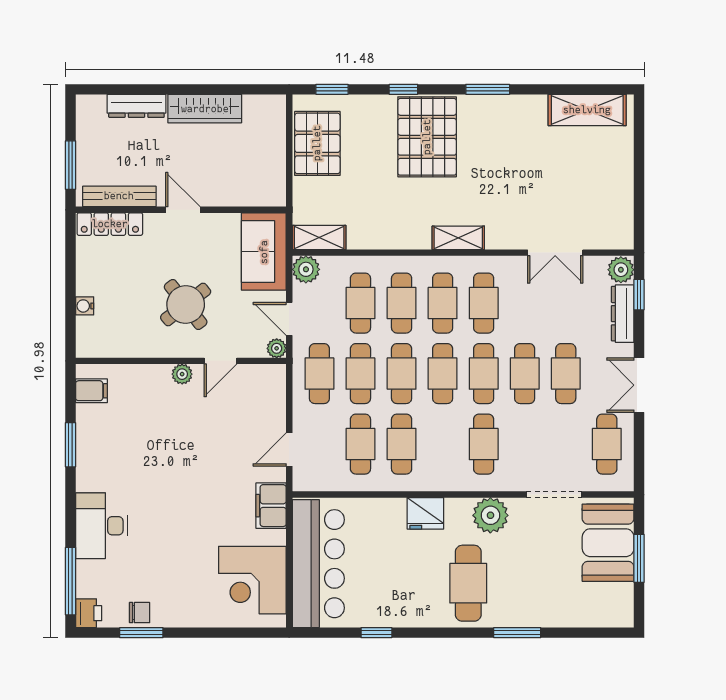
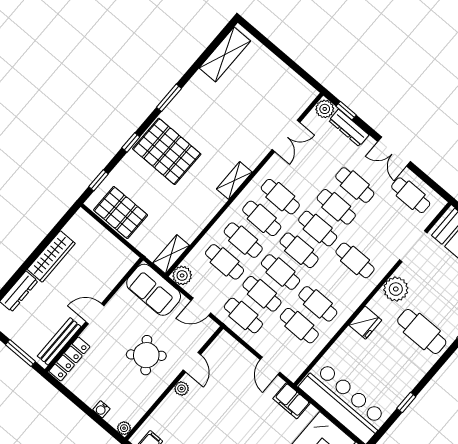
plant: (277, 348) -> (124, 428), moved

